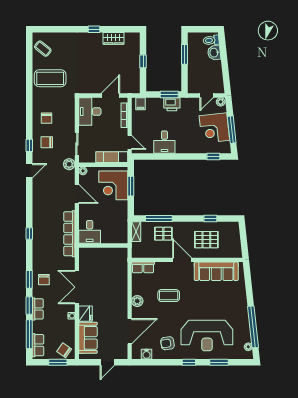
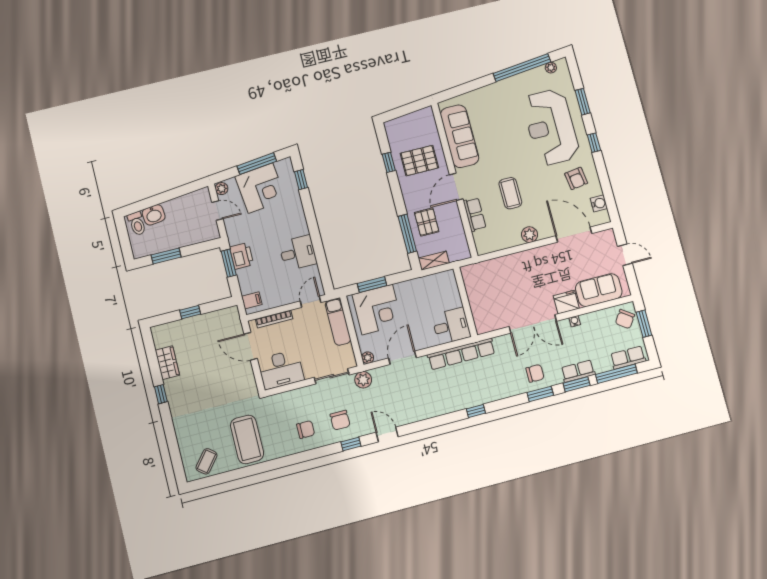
pallet: (206, 240) -> (419, 161), turned 90
row of seats: (143, 267) -> (475, 214), moved
reception desk: (207, 336) -> (551, 127), turned 180

